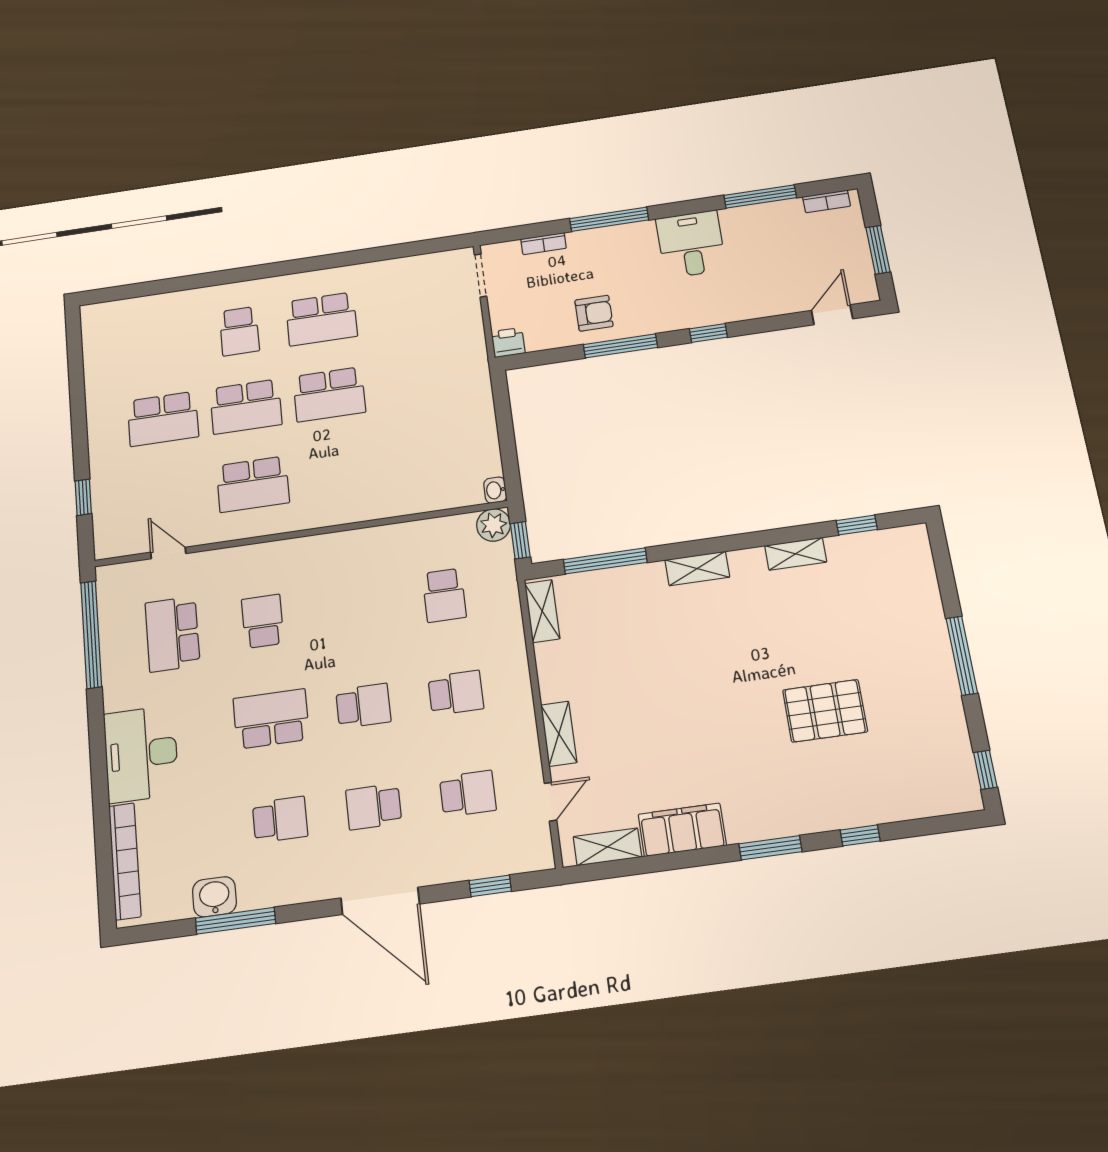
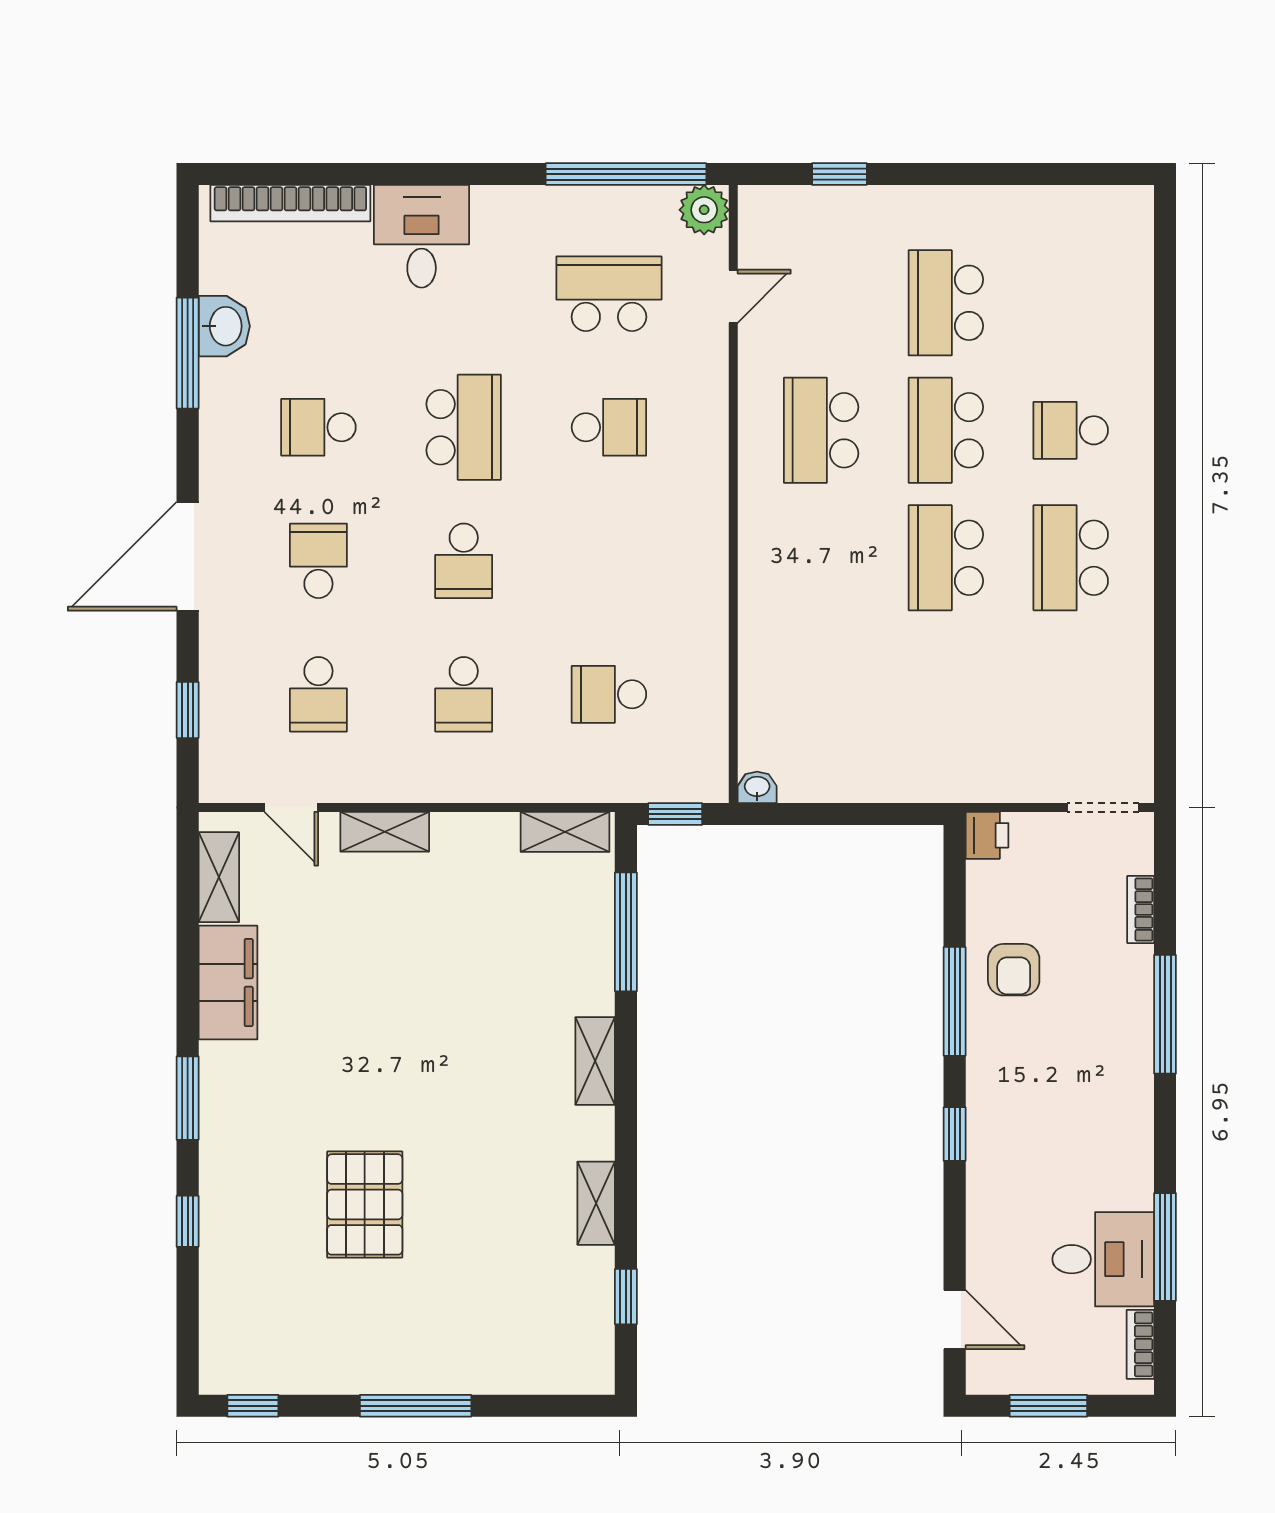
desk: (691, 244) -> (1103, 1259), moved
plant: (494, 525) -> (704, 210), moved
desk: (141, 754) -> (422, 236), width x0.73
school desk: (280, 820) -> (318, 427), turned 90

